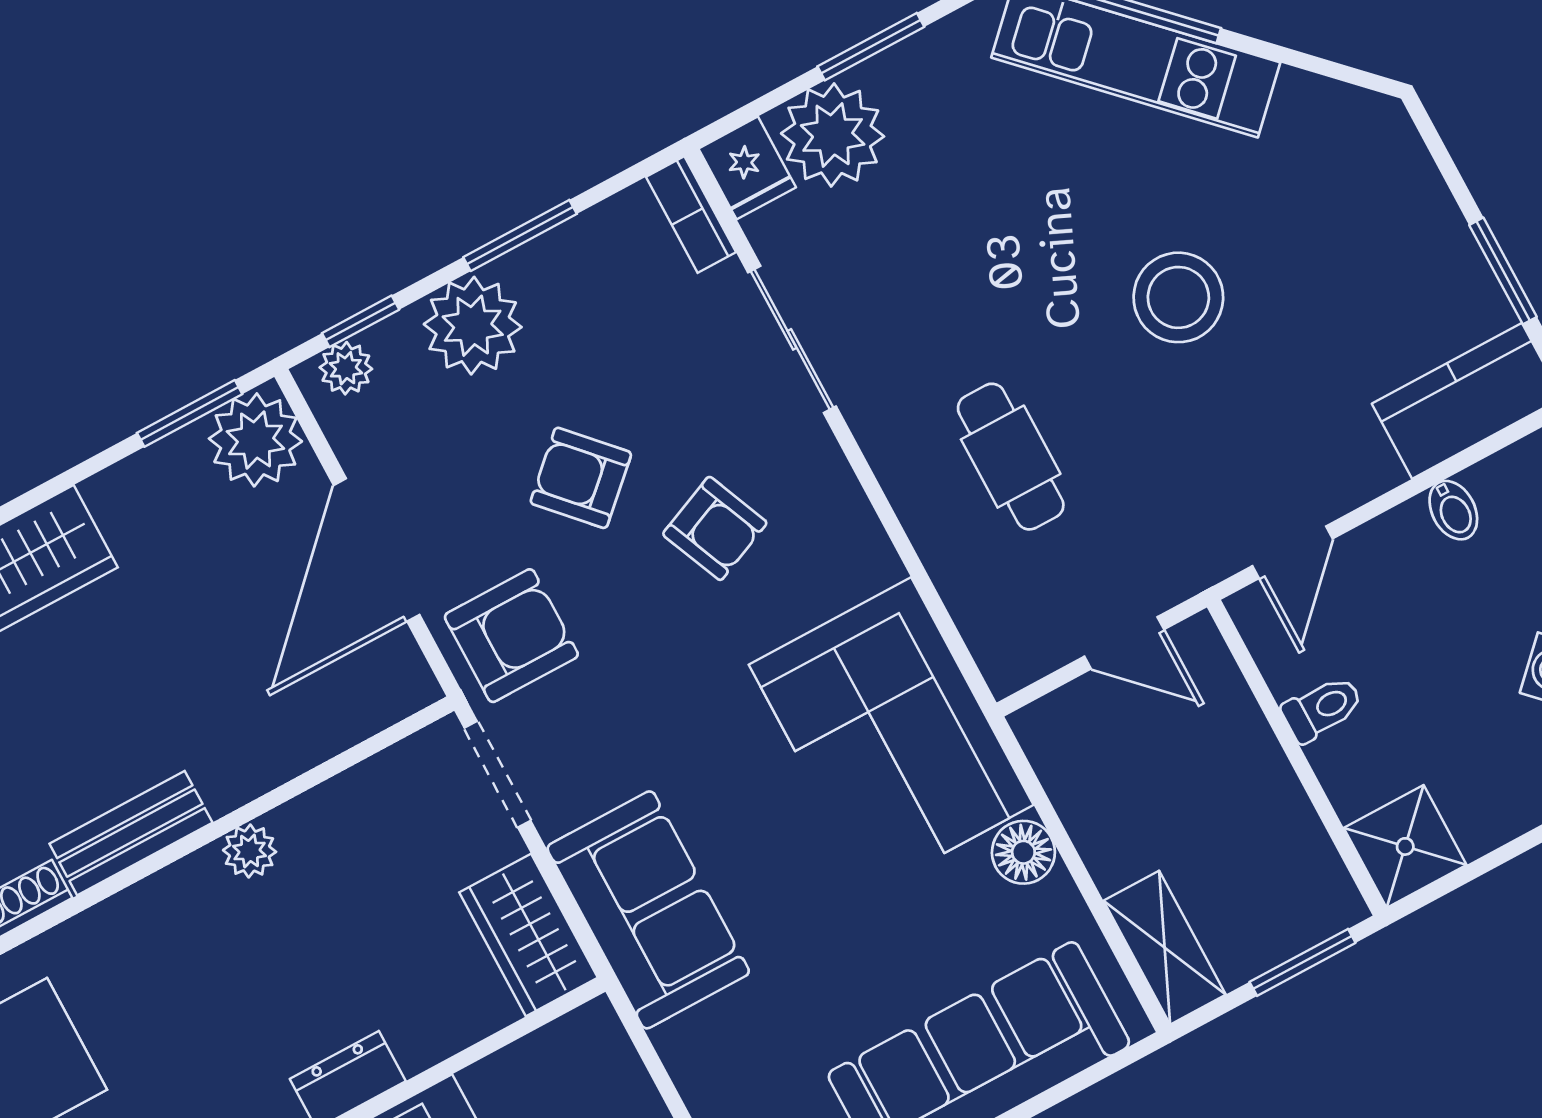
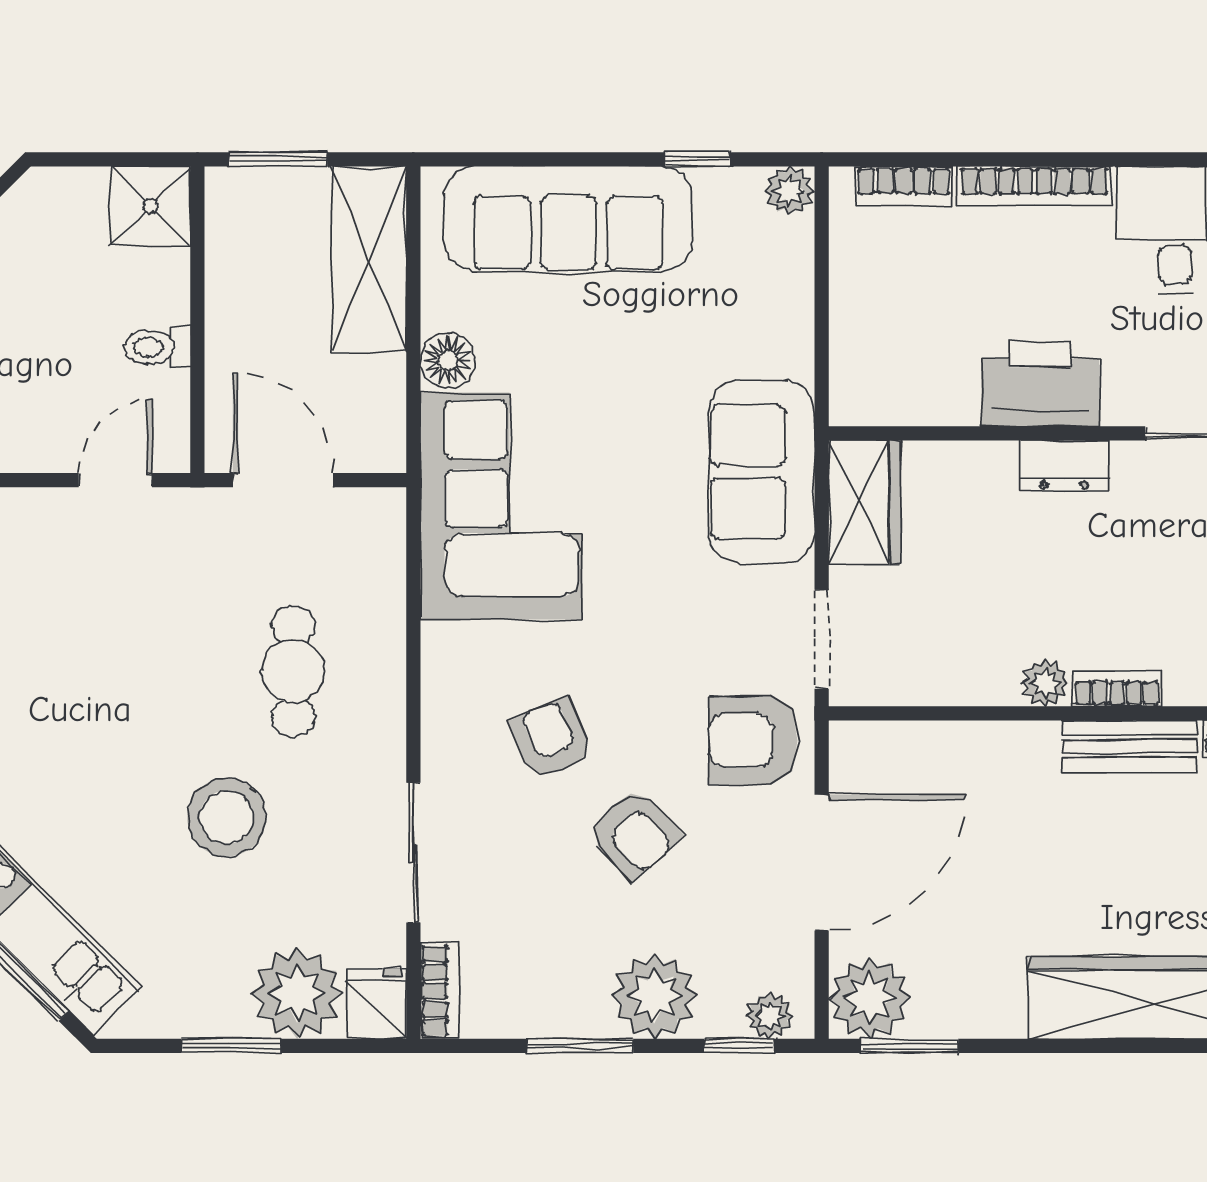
stool: (1178, 297) -> (227, 817), moved
door: (1124, 643) -> (283, 480), width x1.37
bookcase: (174, 884) -> (1117, 689), added
shelving: (1165, 948) -> (369, 259), width x1.50, depth x1.33

